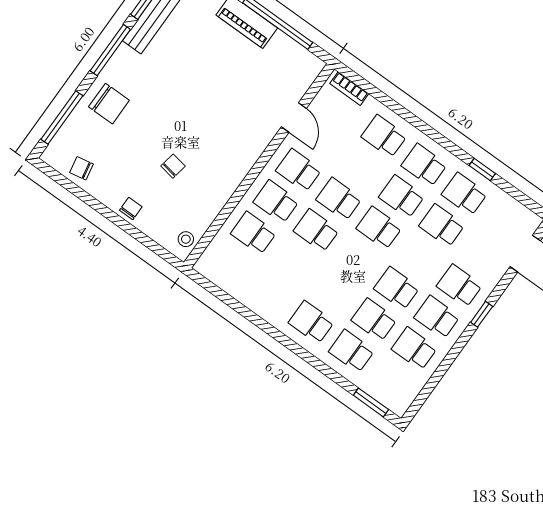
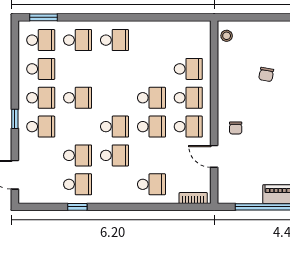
school desk: (424, 165) -> (114, 184), removed
chair: (131, 209) -> (236, 128), moved
school desk: (374, 320) -> (41, 40), moved

